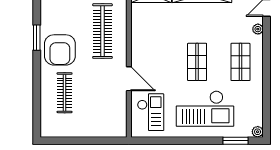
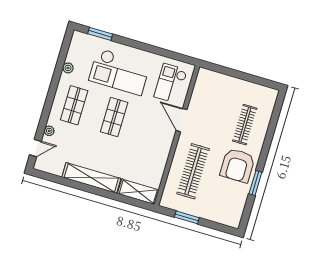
armchair: (60, 50) -> (237, 165), turned 180
checkout: (205, 109) -> (120, 72), turned 180
plant: (258, 132) -> (68, 68), moved

